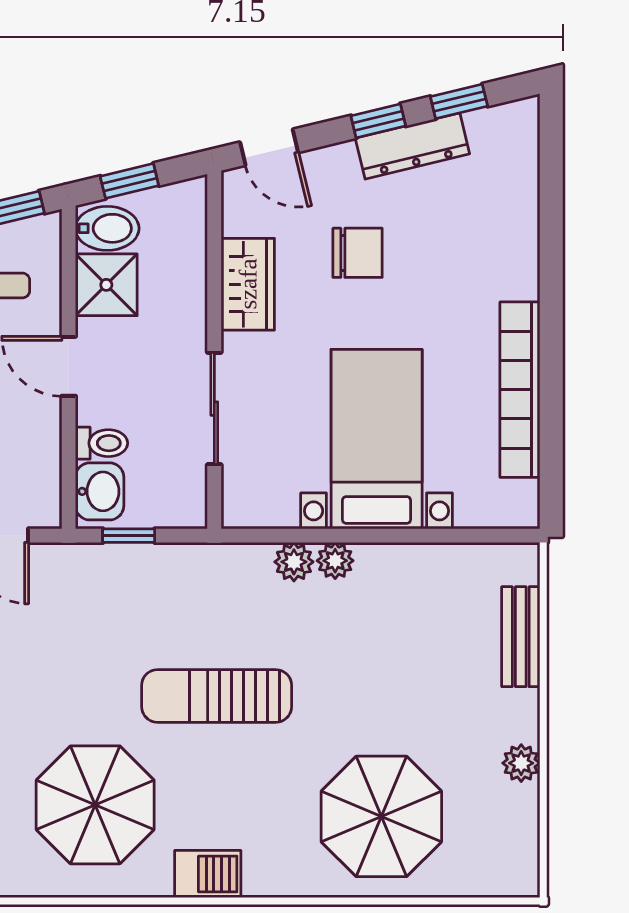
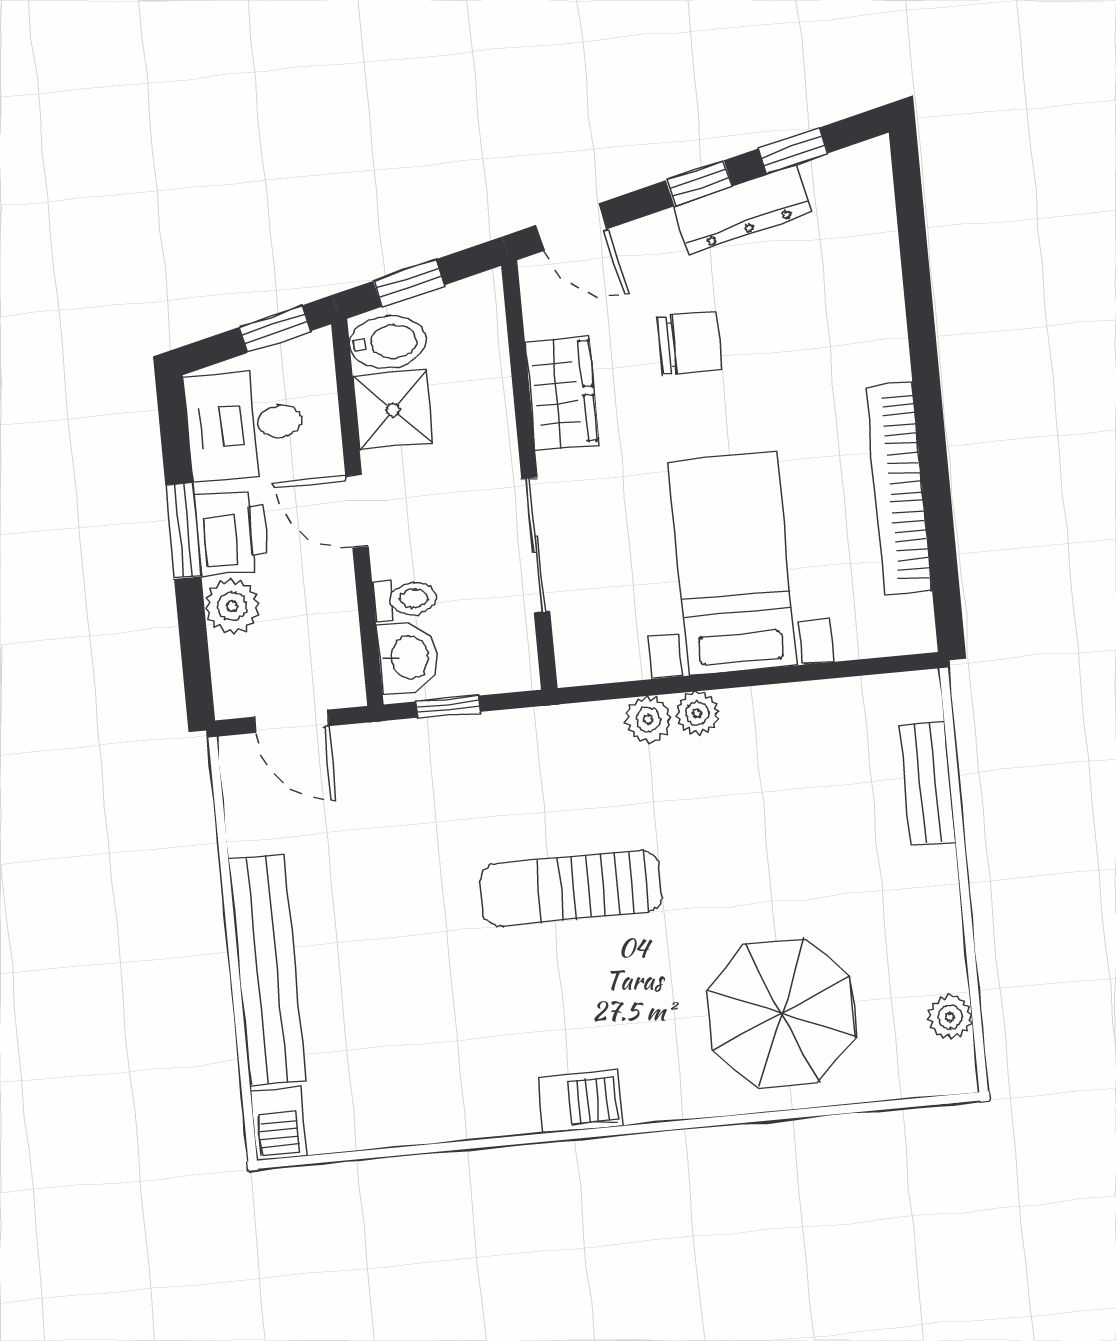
plant: (521, 763) -> (950, 1017), moved
parasol: (95, 805) -> (438, 1032), removed

